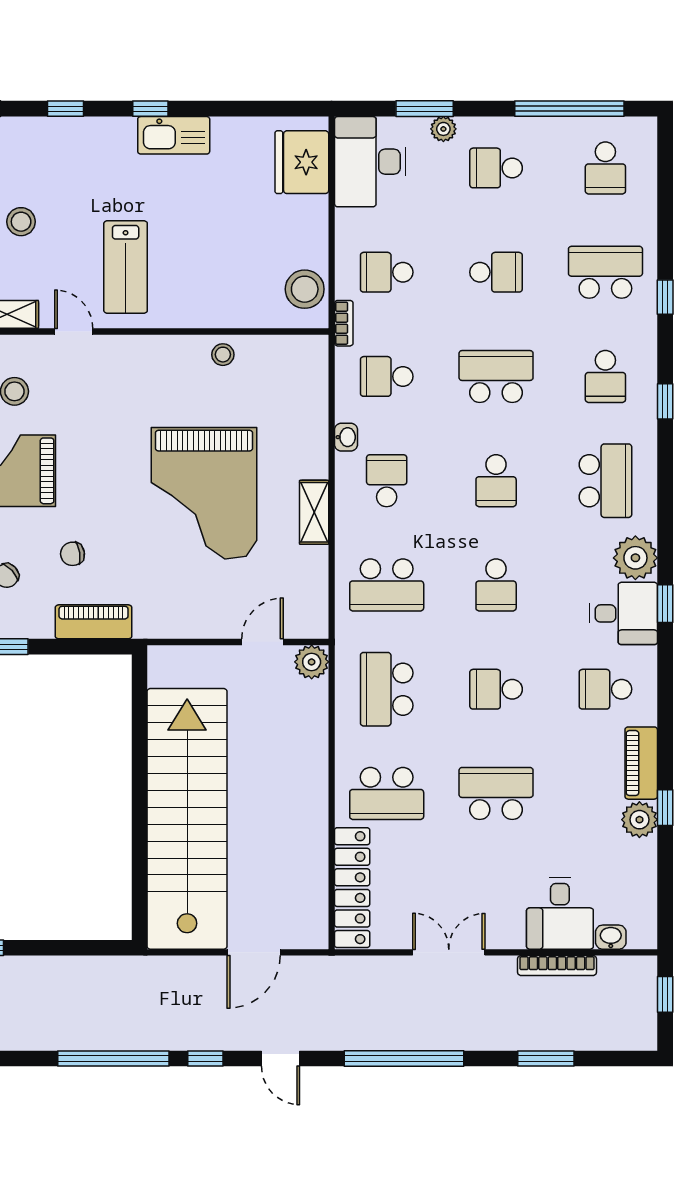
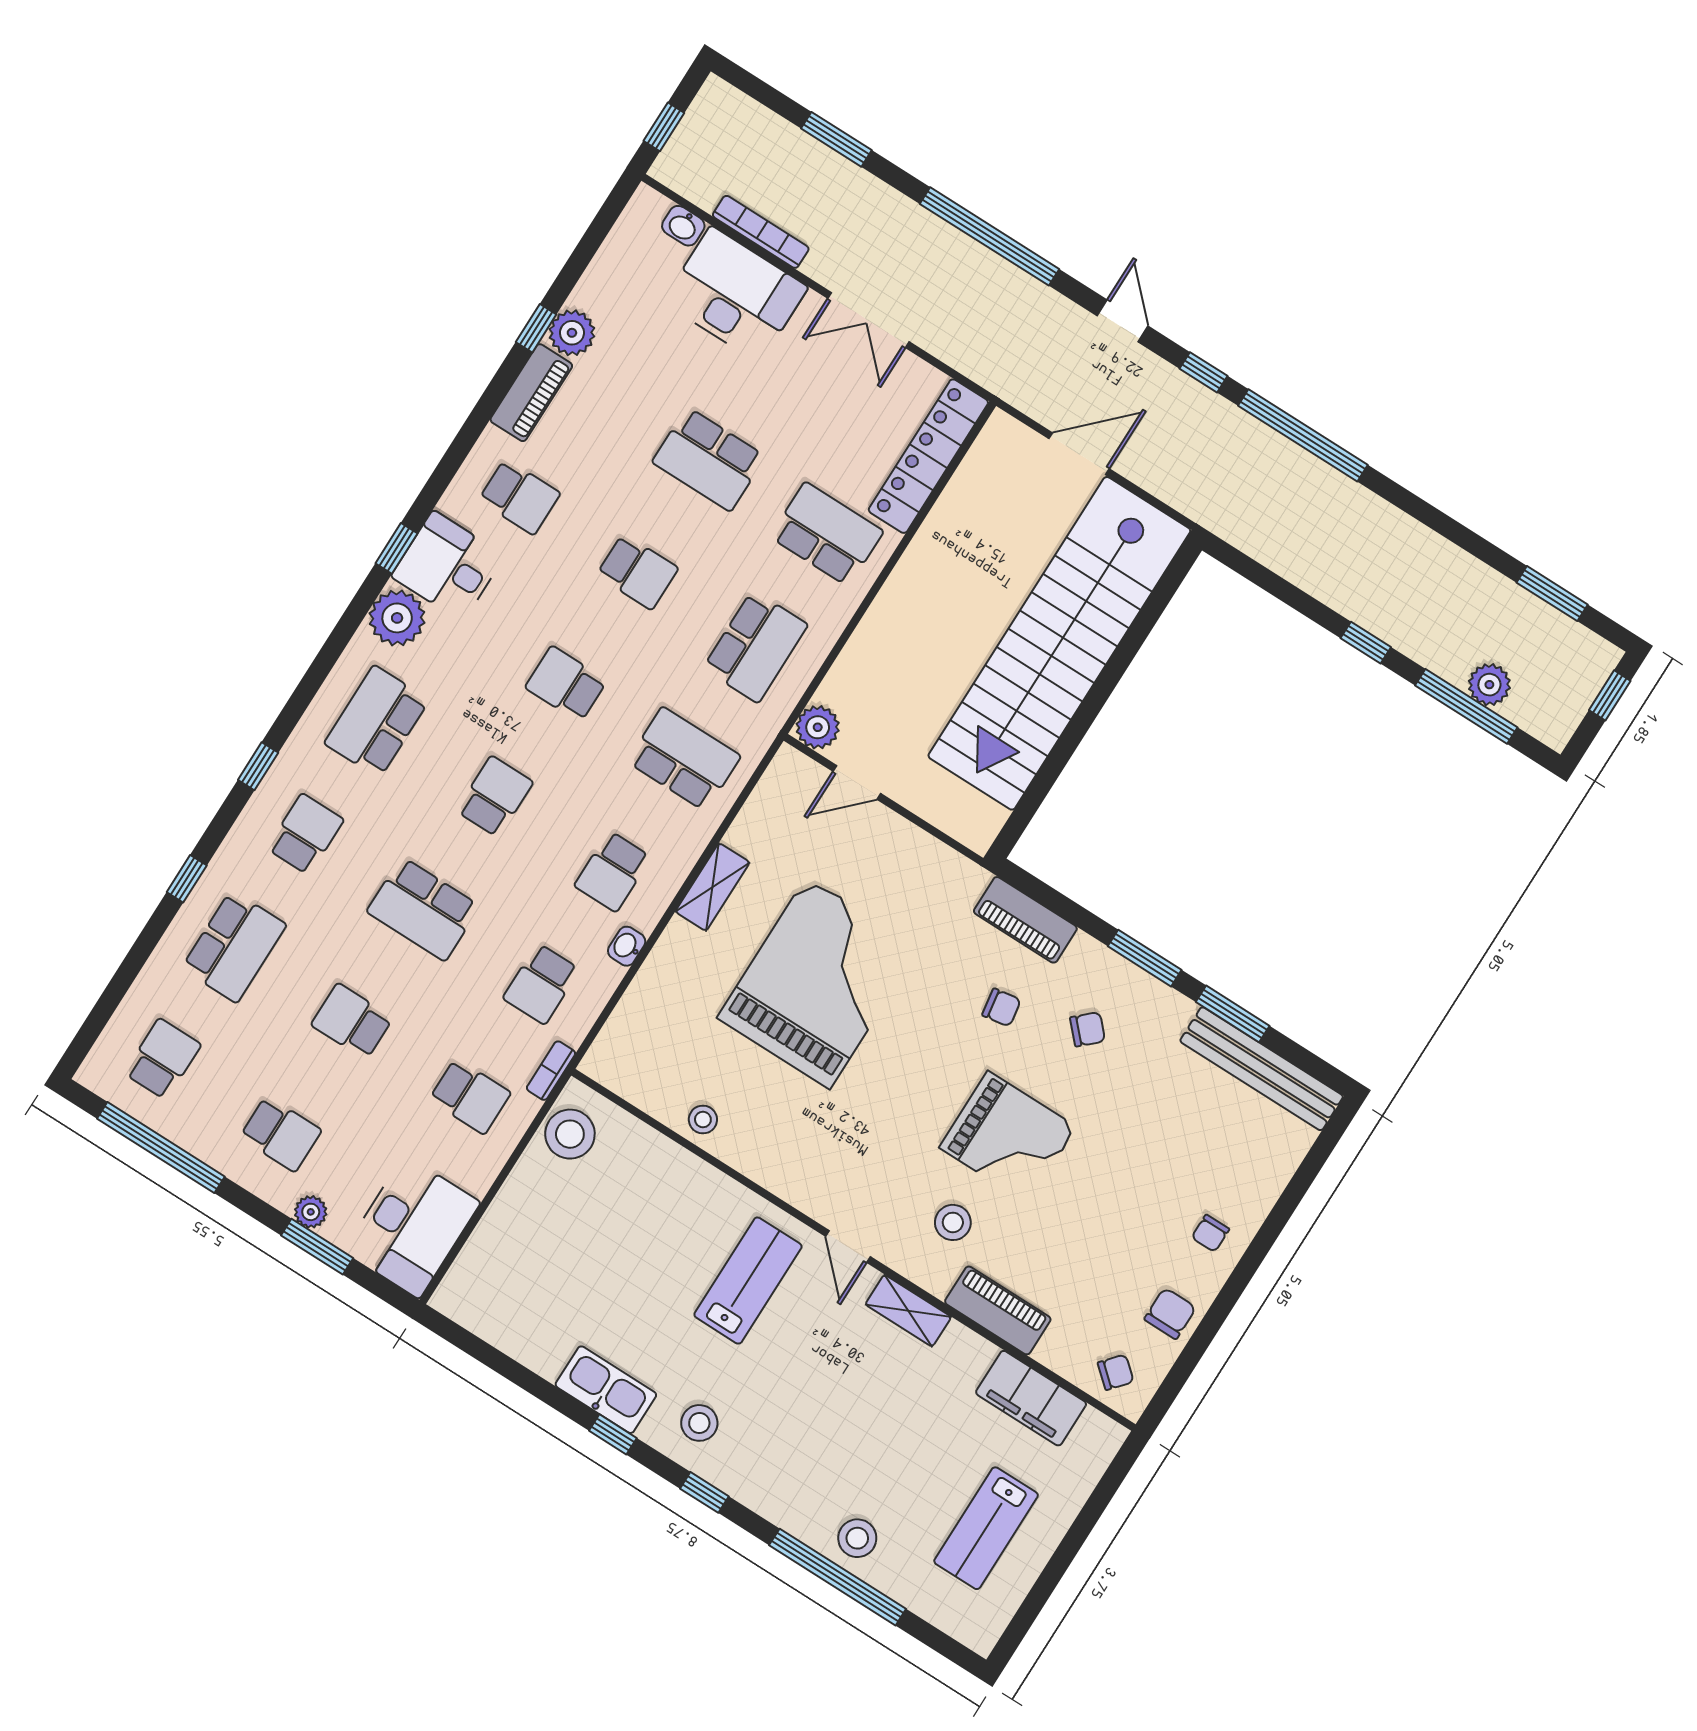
fridge: (302, 162) -> (486, 1273), removed
stool: (21, 222) -> (699, 1423), moved
school desk: (605, 272) -> (234, 946), turned -90
school desk: (387, 376) -> (541, 984), turned 90
school desk: (496, 585) -> (566, 684), turned -90
desk: (560, 913) -> (735, 295), width x1.37

